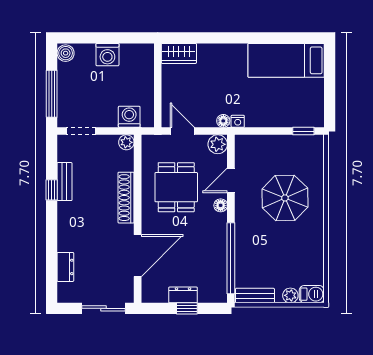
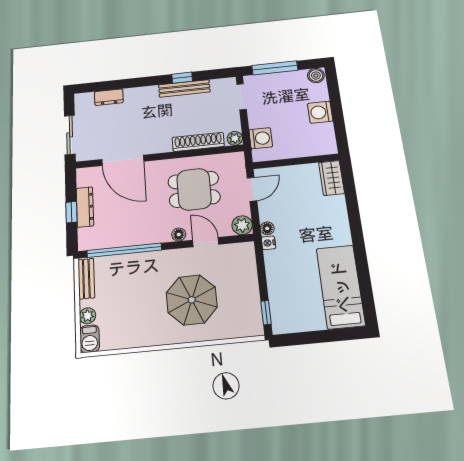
bench: (64, 182) -> (184, 88), width x1.36
shoe rack: (126, 198) -> (198, 142), moved
dresser: (183, 295) -> (85, 207), width x1.44

